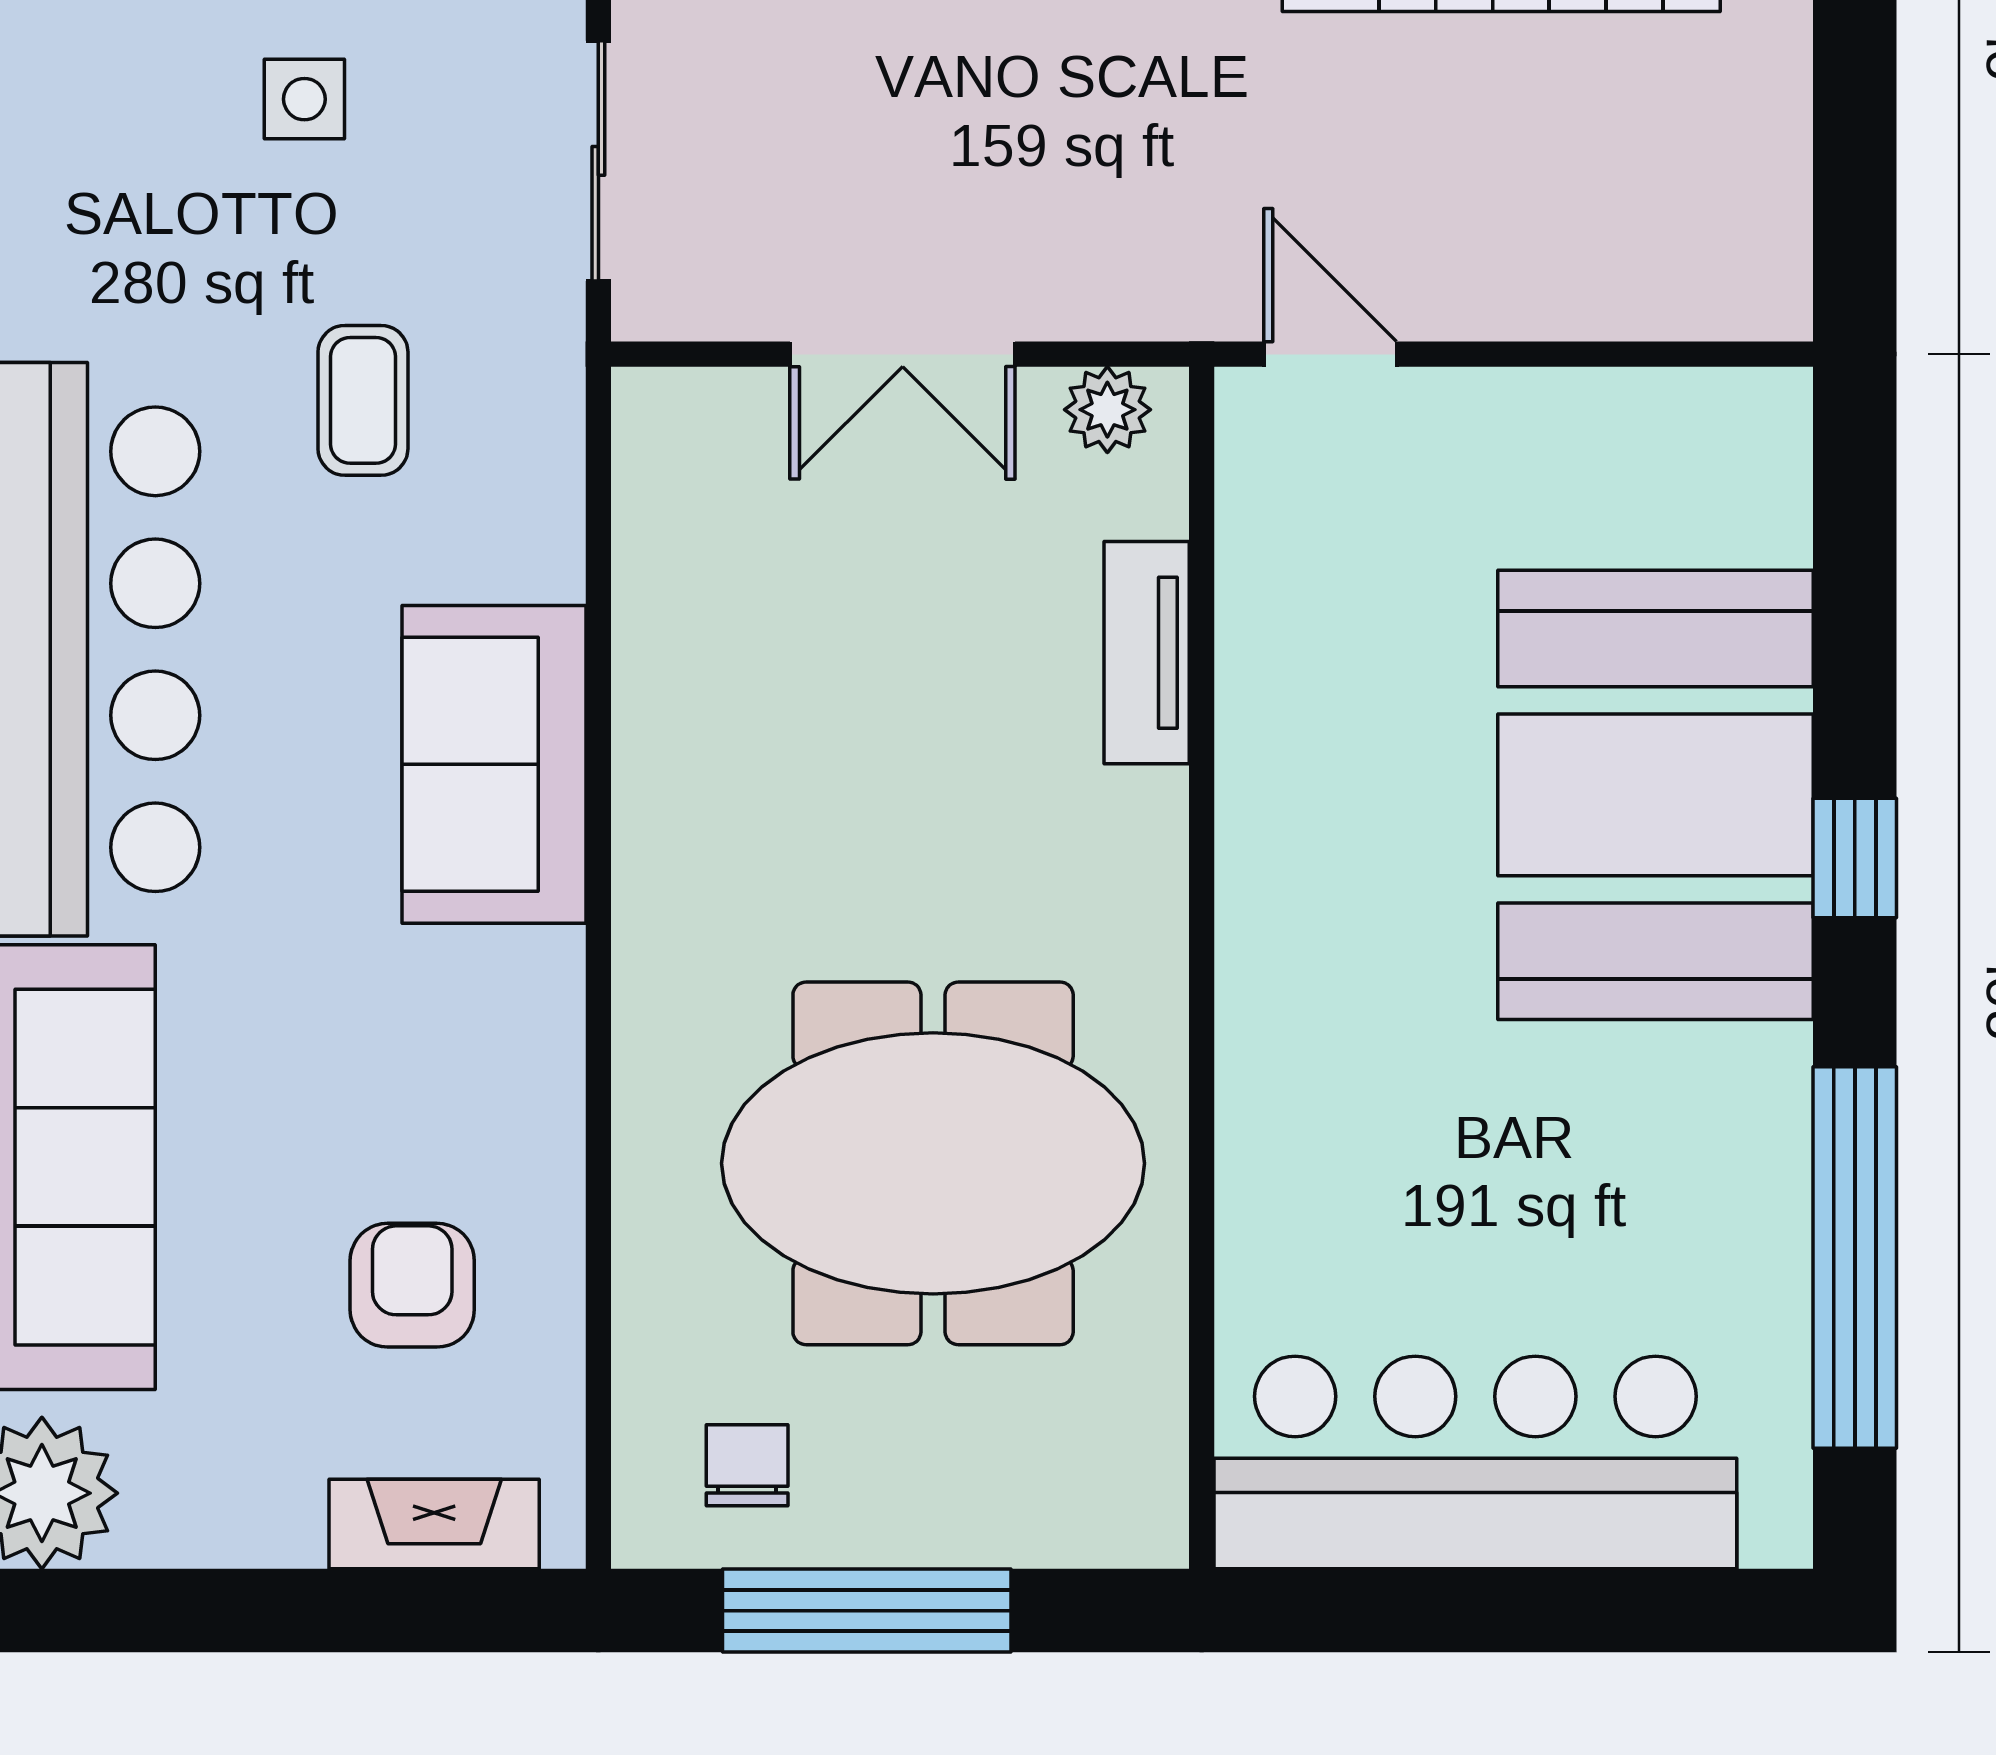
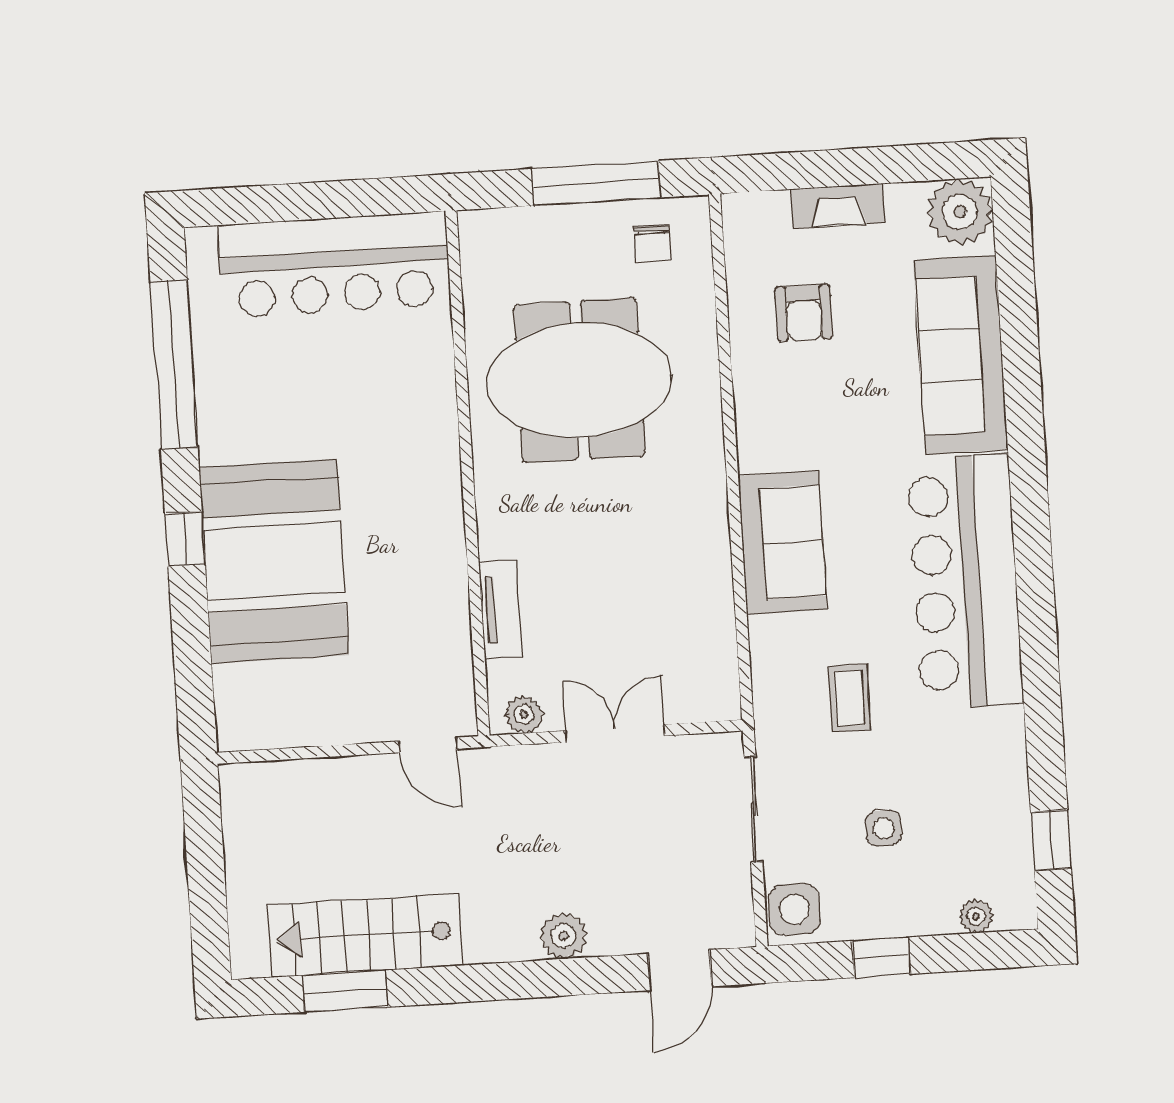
fireplace: (434, 1524) -> (838, 206), moved

